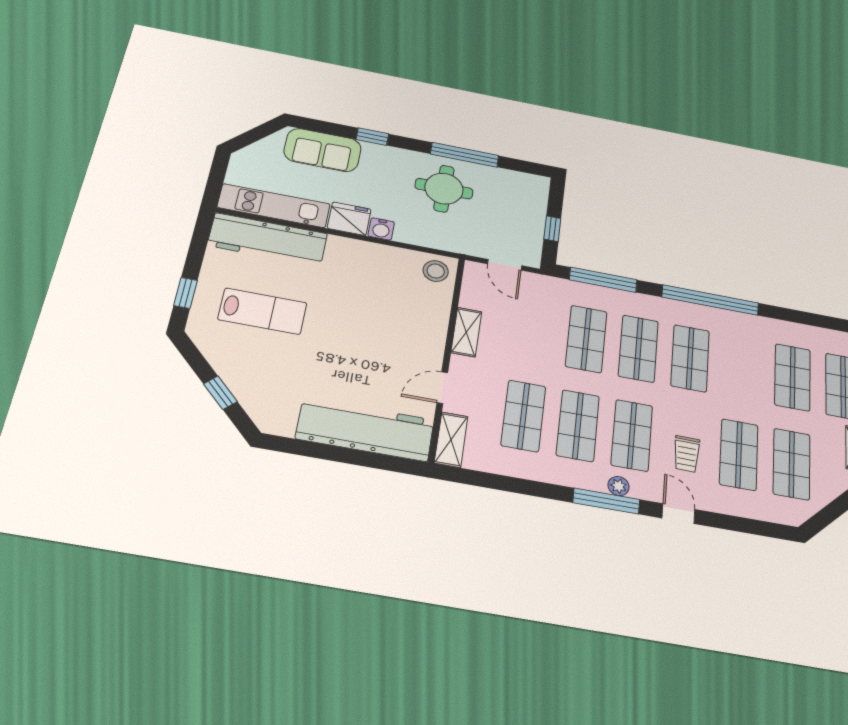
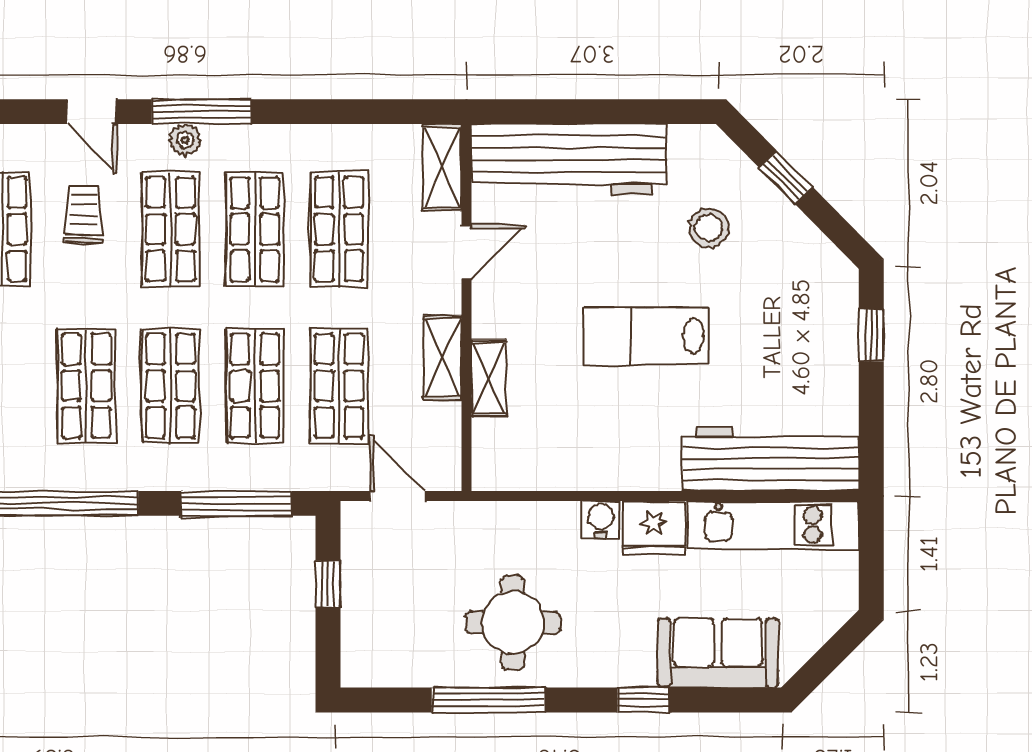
stool: (436, 271) -> (709, 228), moved
lab bench: (262, 311) -> (646, 336), moved
shelving: (439, 316) -> (489, 378), added
shop shelf: (534, 329) -> (339, 386), added

